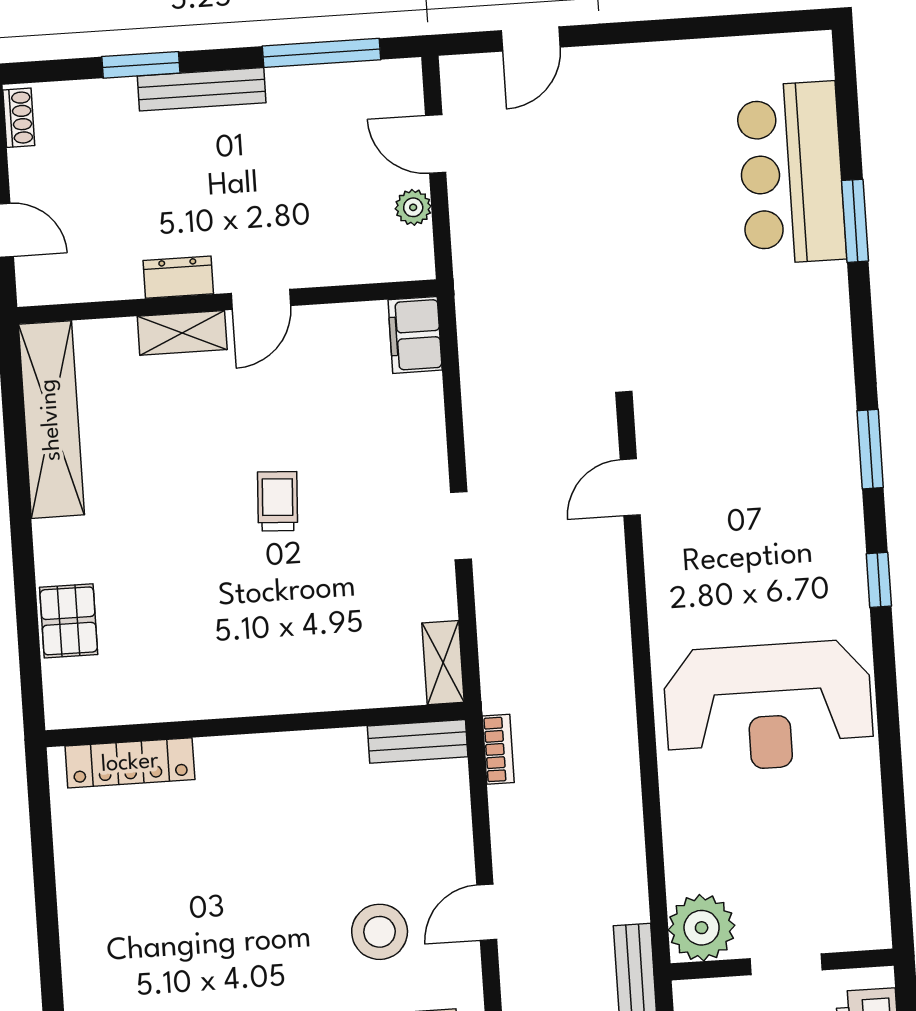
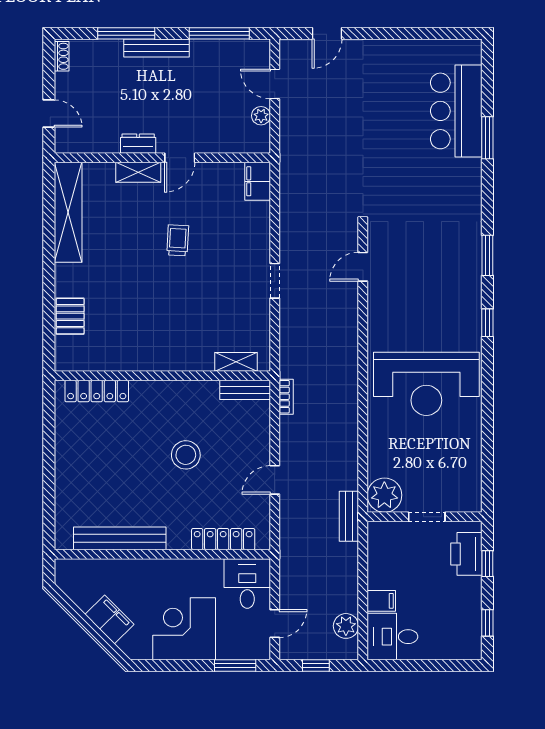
window: (141, 65) -> (126, 33), width x1.44
trolley: (278, 501) -> (178, 240), moved
shelving: (443, 663) -> (236, 362), moved, turned 90
stool: (380, 932) -> (186, 455), moved

